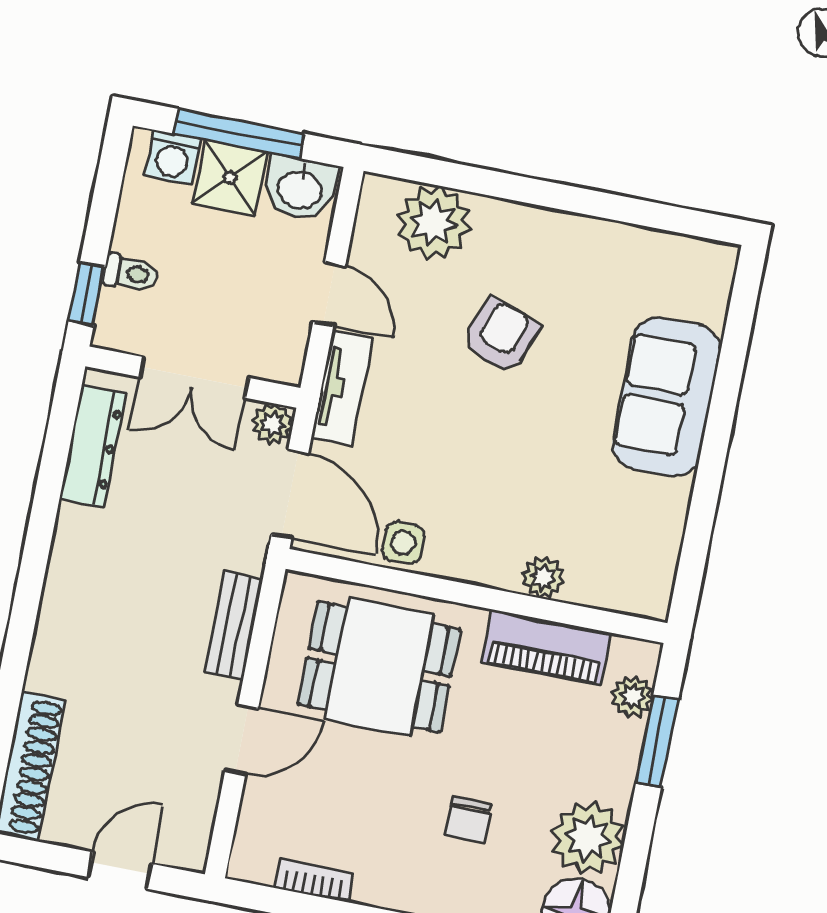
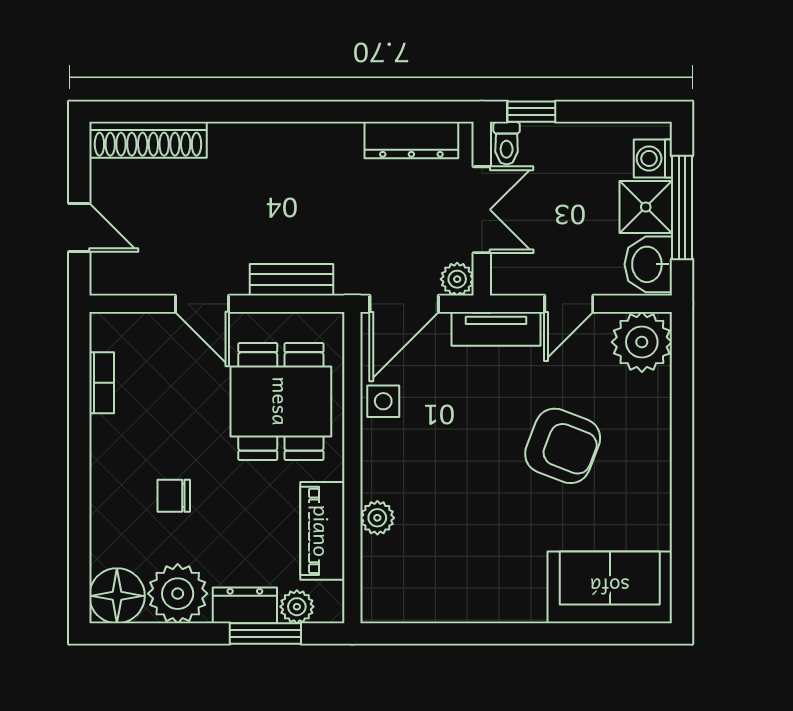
plant: (434, 223) -> (642, 342), moved
toilet: (131, 273) -> (507, 143), moved
armchair: (500, 335) -> (563, 446), width x1.38, depth x1.38
double door: (194, 377) -> (482, 210), swing flipped
sofa: (667, 397) -> (610, 587), moved
dresser: (618, 759) -> (245, 605), added

